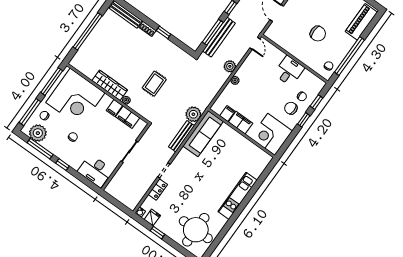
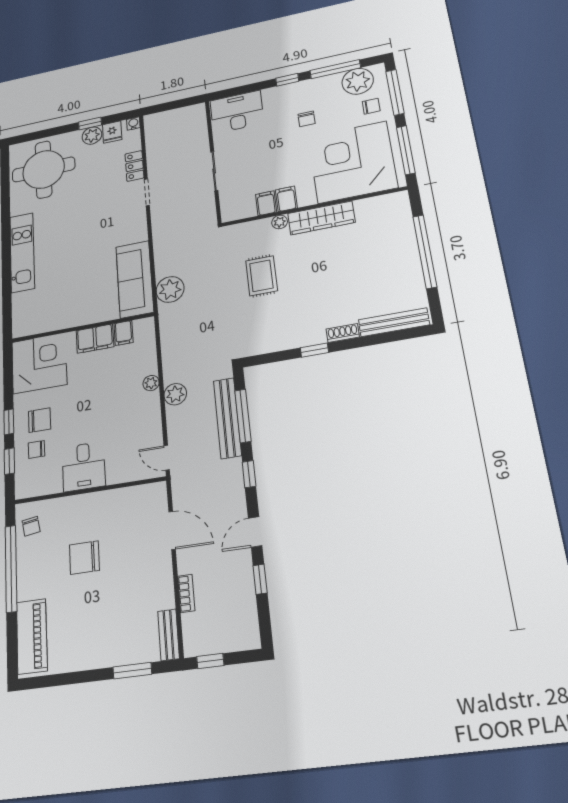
filing cabinet: (128, 117) -> (266, 203), width x0.50
bench: (181, 136) -> (161, 250), removed
plant: (162, 225) -> (92, 136), added

